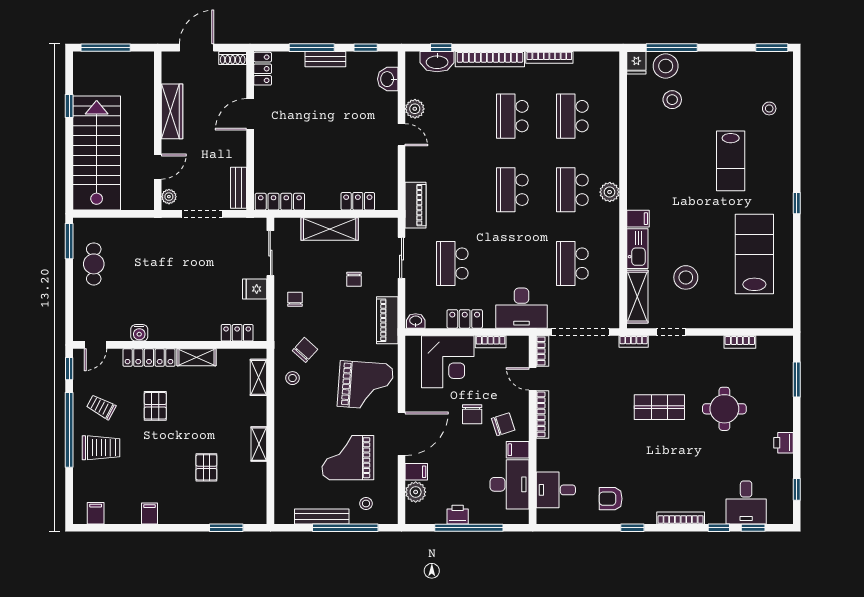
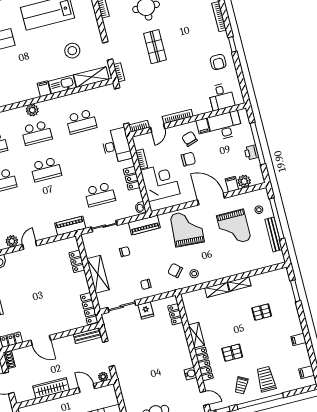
shelving: (259, 377) -> (217, 290), moved

